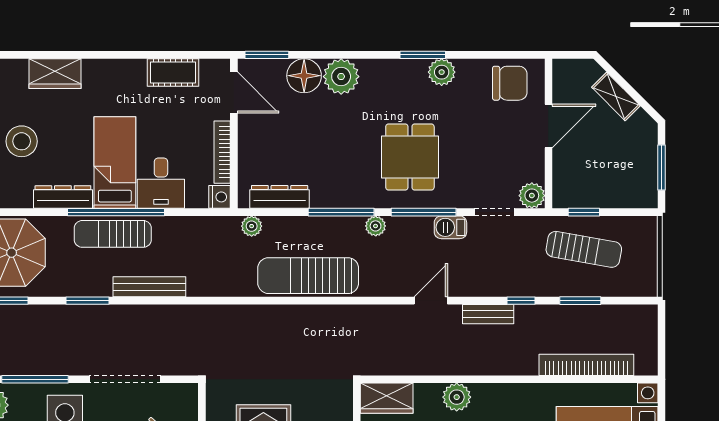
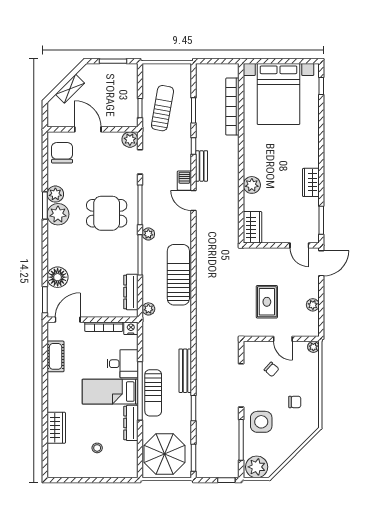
plant: (341, 77) -> (58, 214), moved
stool: (22, 141) -> (97, 448), width x0.53, depth x0.53
barbecue: (450, 227) -> (184, 181), moved, turned 180
sun lounger: (308, 276) -> (178, 275), turned 180

